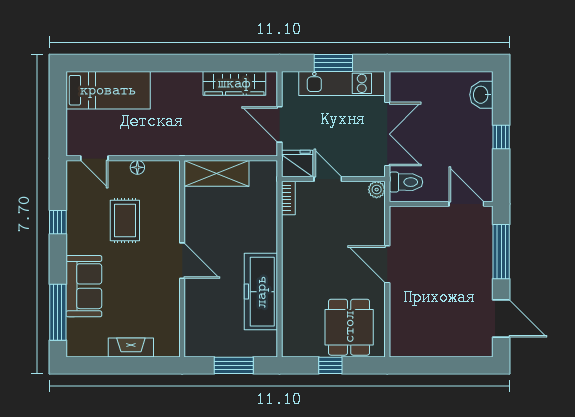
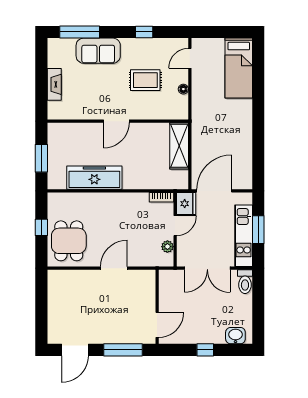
wardrobe: (234, 83) -> (244, 159), removed
door: (279, 124) -> (214, 191), width x1.36
toilet: (406, 182) -> (245, 282), moved
plant: (377, 190) -> (167, 247), moved
dining table: (349, 327) -> (69, 241), turned 90

